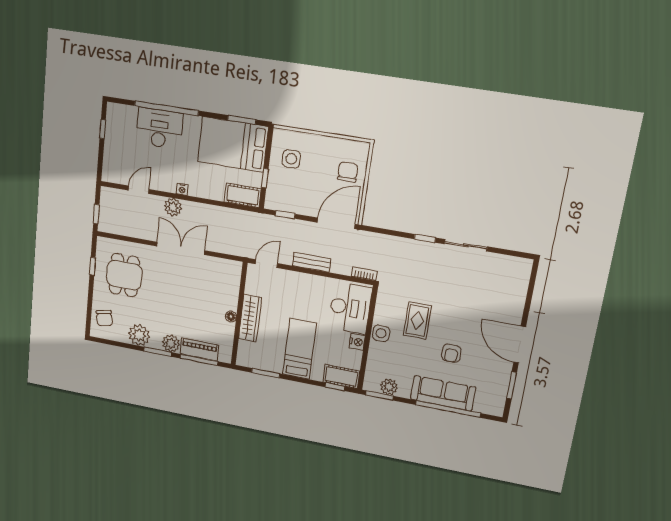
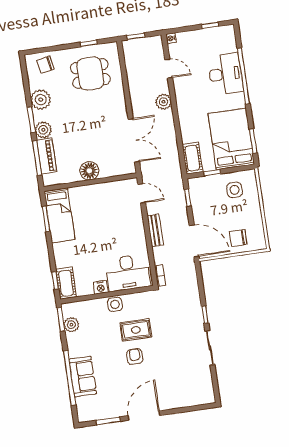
chair: (348, 172) -> (238, 238), turned 180
nightstand: (182, 189) -> (171, 38), moved
double door: (181, 248) -> (134, 140), moved
floor lamp: (231, 317) -> (89, 171), width x1.89, depth x1.89
wardrobe: (250, 318) -> (90, 192), removed
bed: (300, 349) -> (60, 215), moved, turned 90
armchair: (451, 353) -> (135, 356), moved, turned 90
sofa: (443, 393) -> (83, 377), width x0.73

